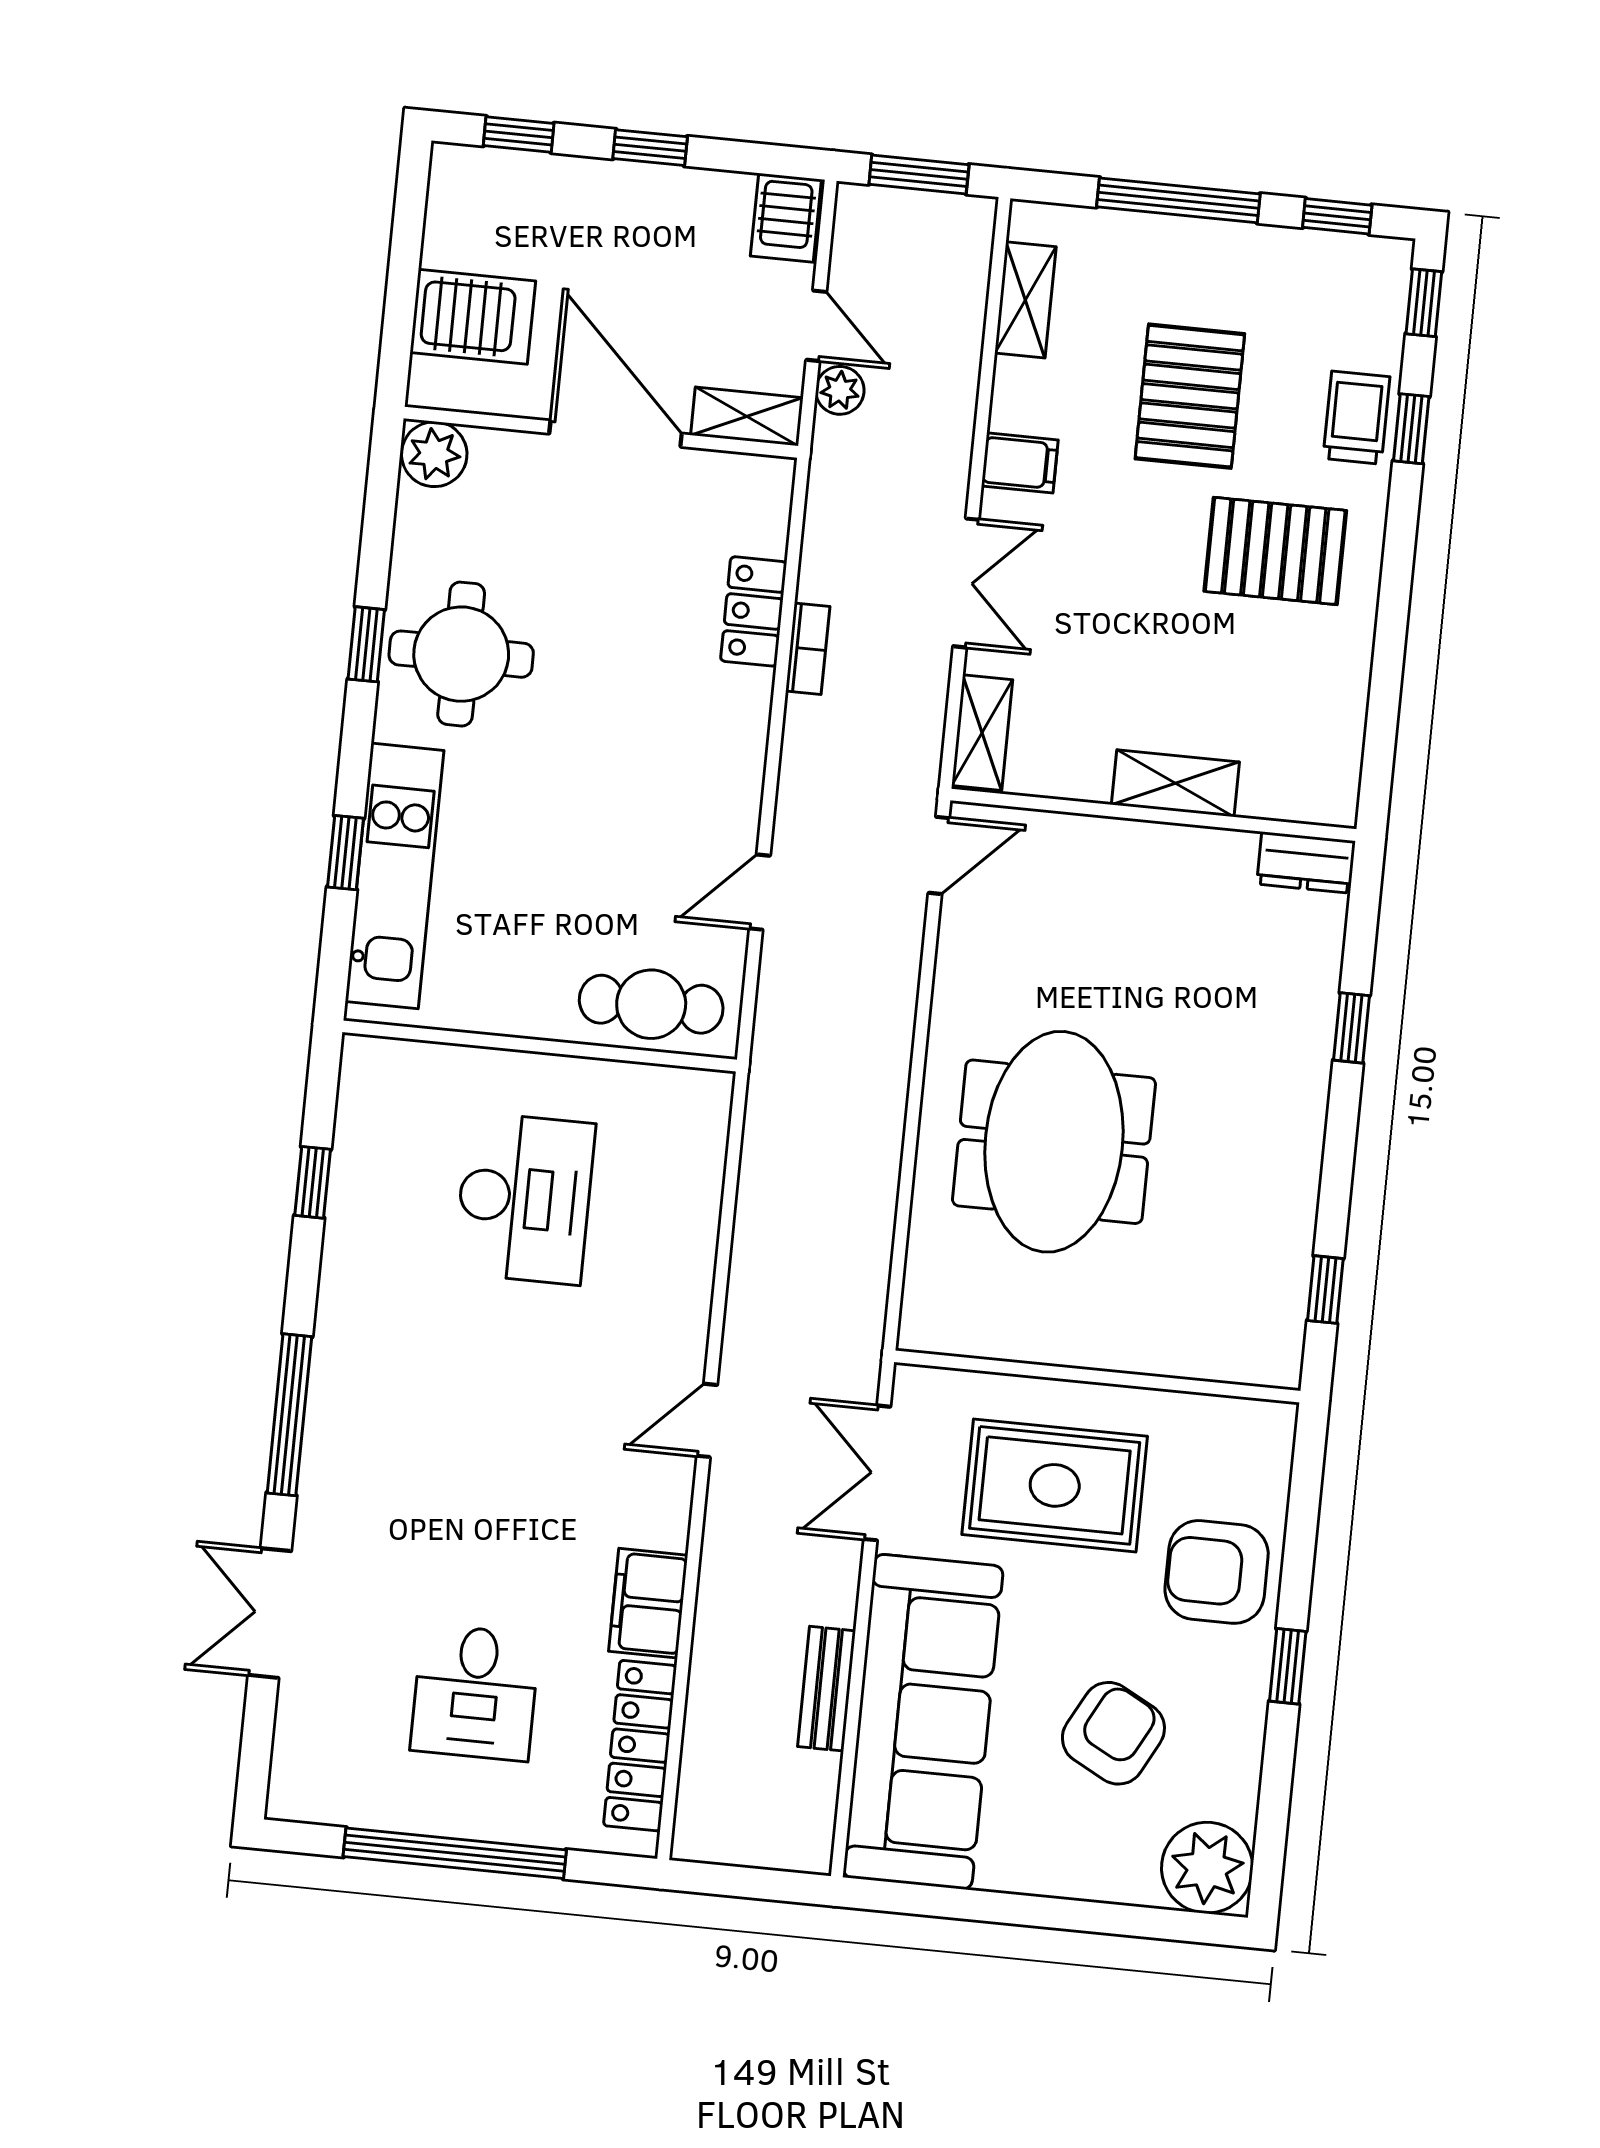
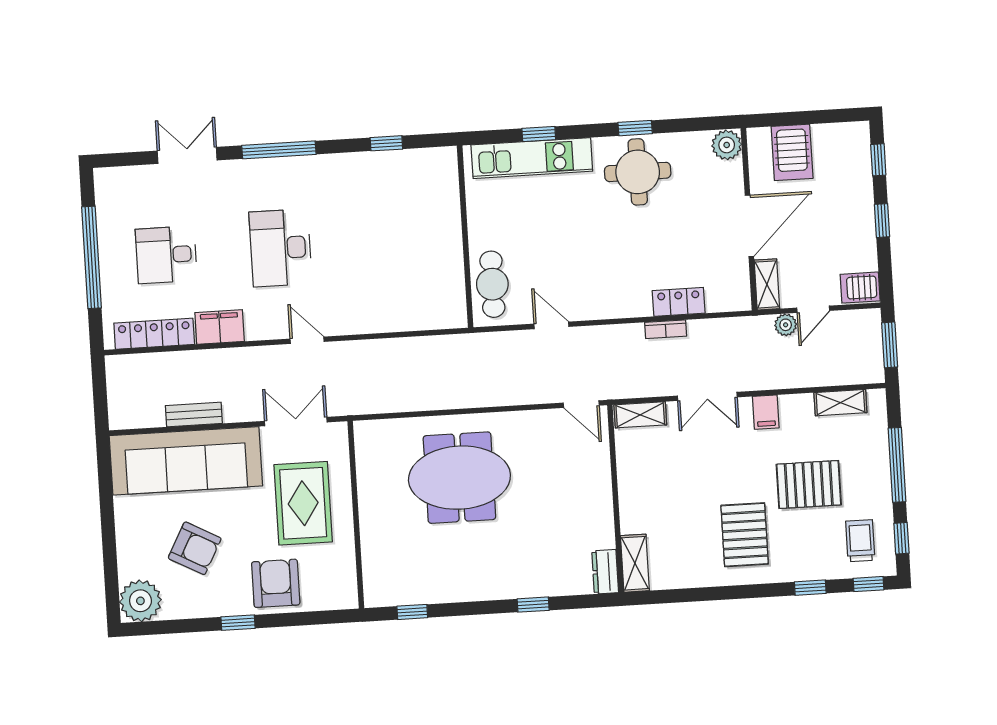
trolley: (1356, 418) -> (860, 541), moved, turned -90
shelving: (1175, 783) -> (635, 563), moved
desk: (524, 1198) -> (280, 248), moved, turned 90

